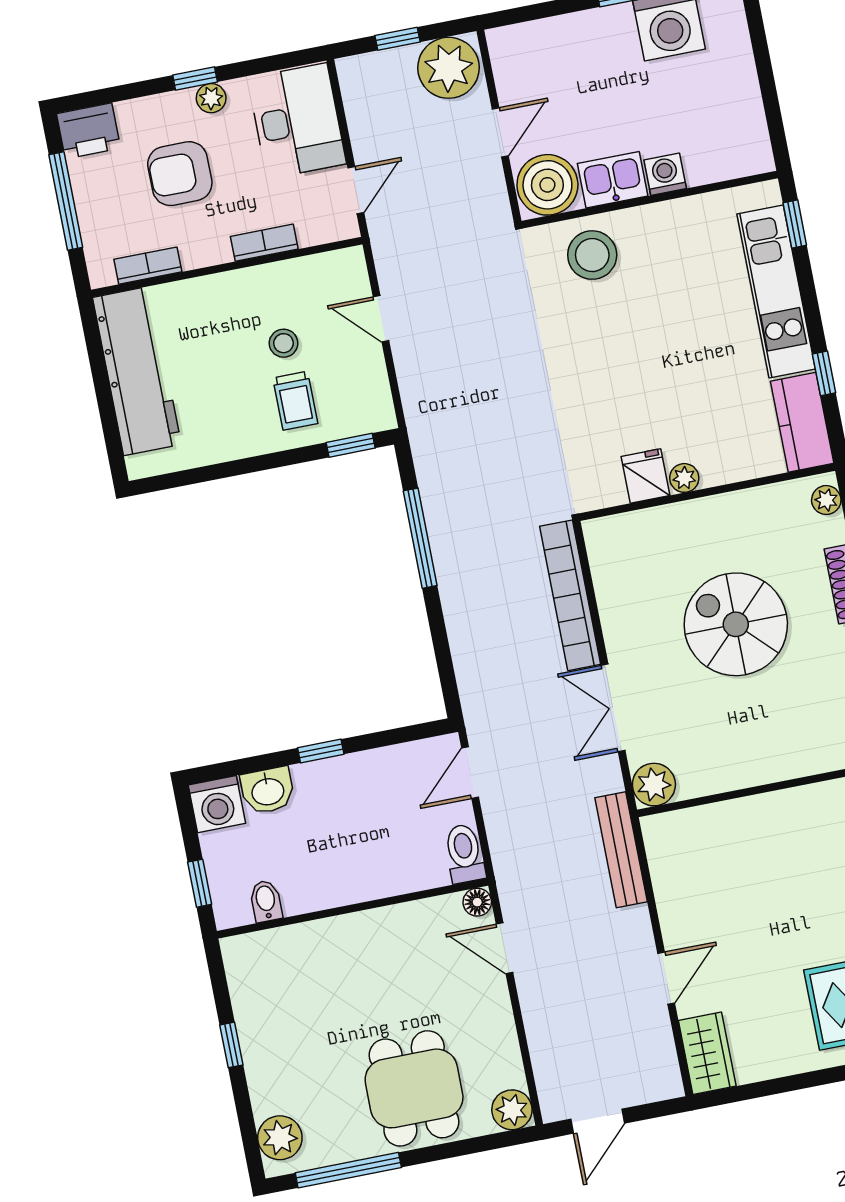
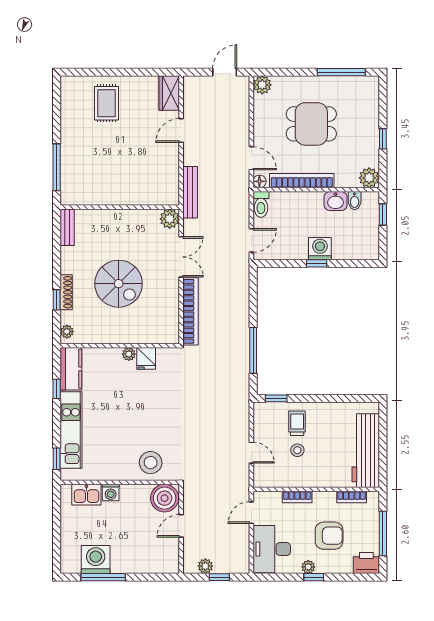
plant: (449, 68) -> (205, 566), width x0.53, depth x0.53
kitchen sink: (613, 180) -> (86, 495), moved
washbasin: (268, 791) -> (336, 201), moved, turned 180
washing machine: (217, 804) -> (320, 249), moved
bookcase: (387, 922) -> (302, 181), added
dining table: (414, 1088) -> (311, 124), moved, turned 90
plant: (280, 1138) -> (369, 178), moved

